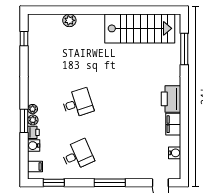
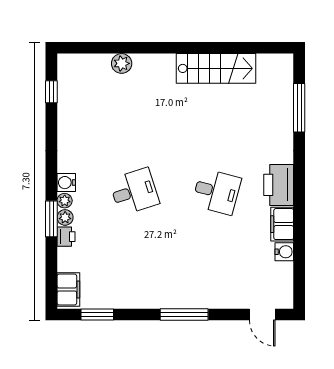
stairs: (140, 28) -> (216, 68), width x0.73, depth x0.66
water cooler: (34, 146) -> (66, 183), moved
water cooler: (175, 153) -> (284, 252), moved
desk: (77, 155) -> (216, 192), moved, turned 39
filing cabinet: (35, 167) -> (68, 289), width x2.00

